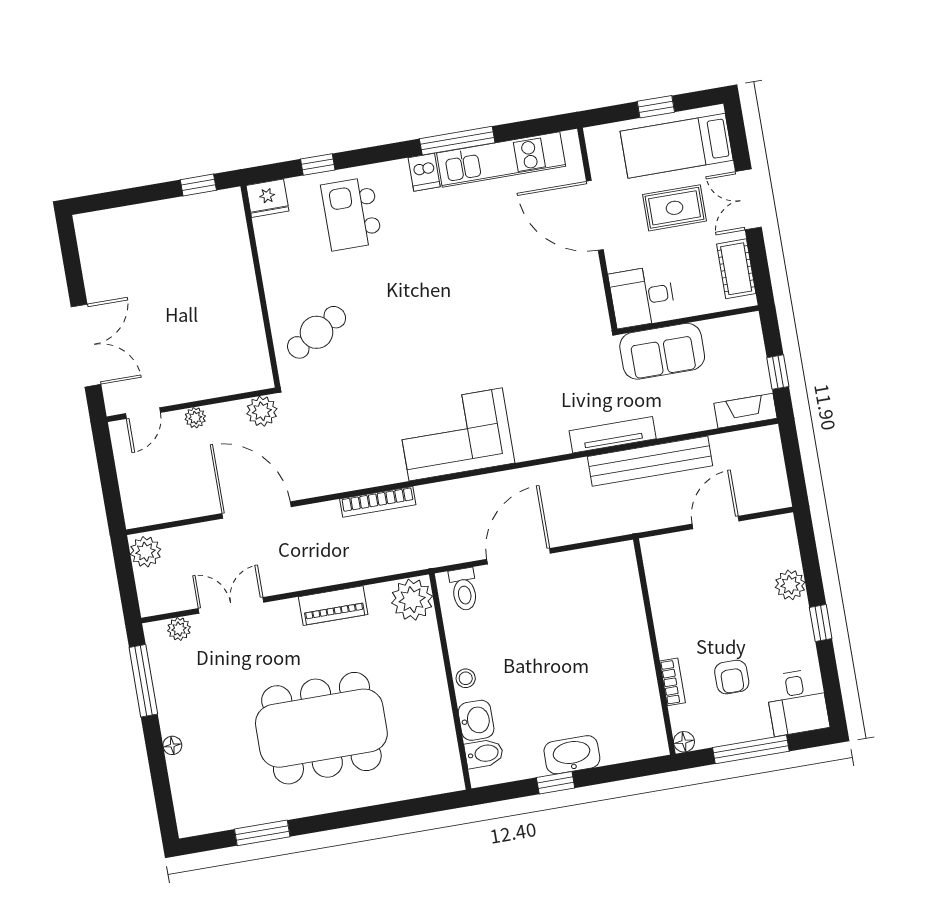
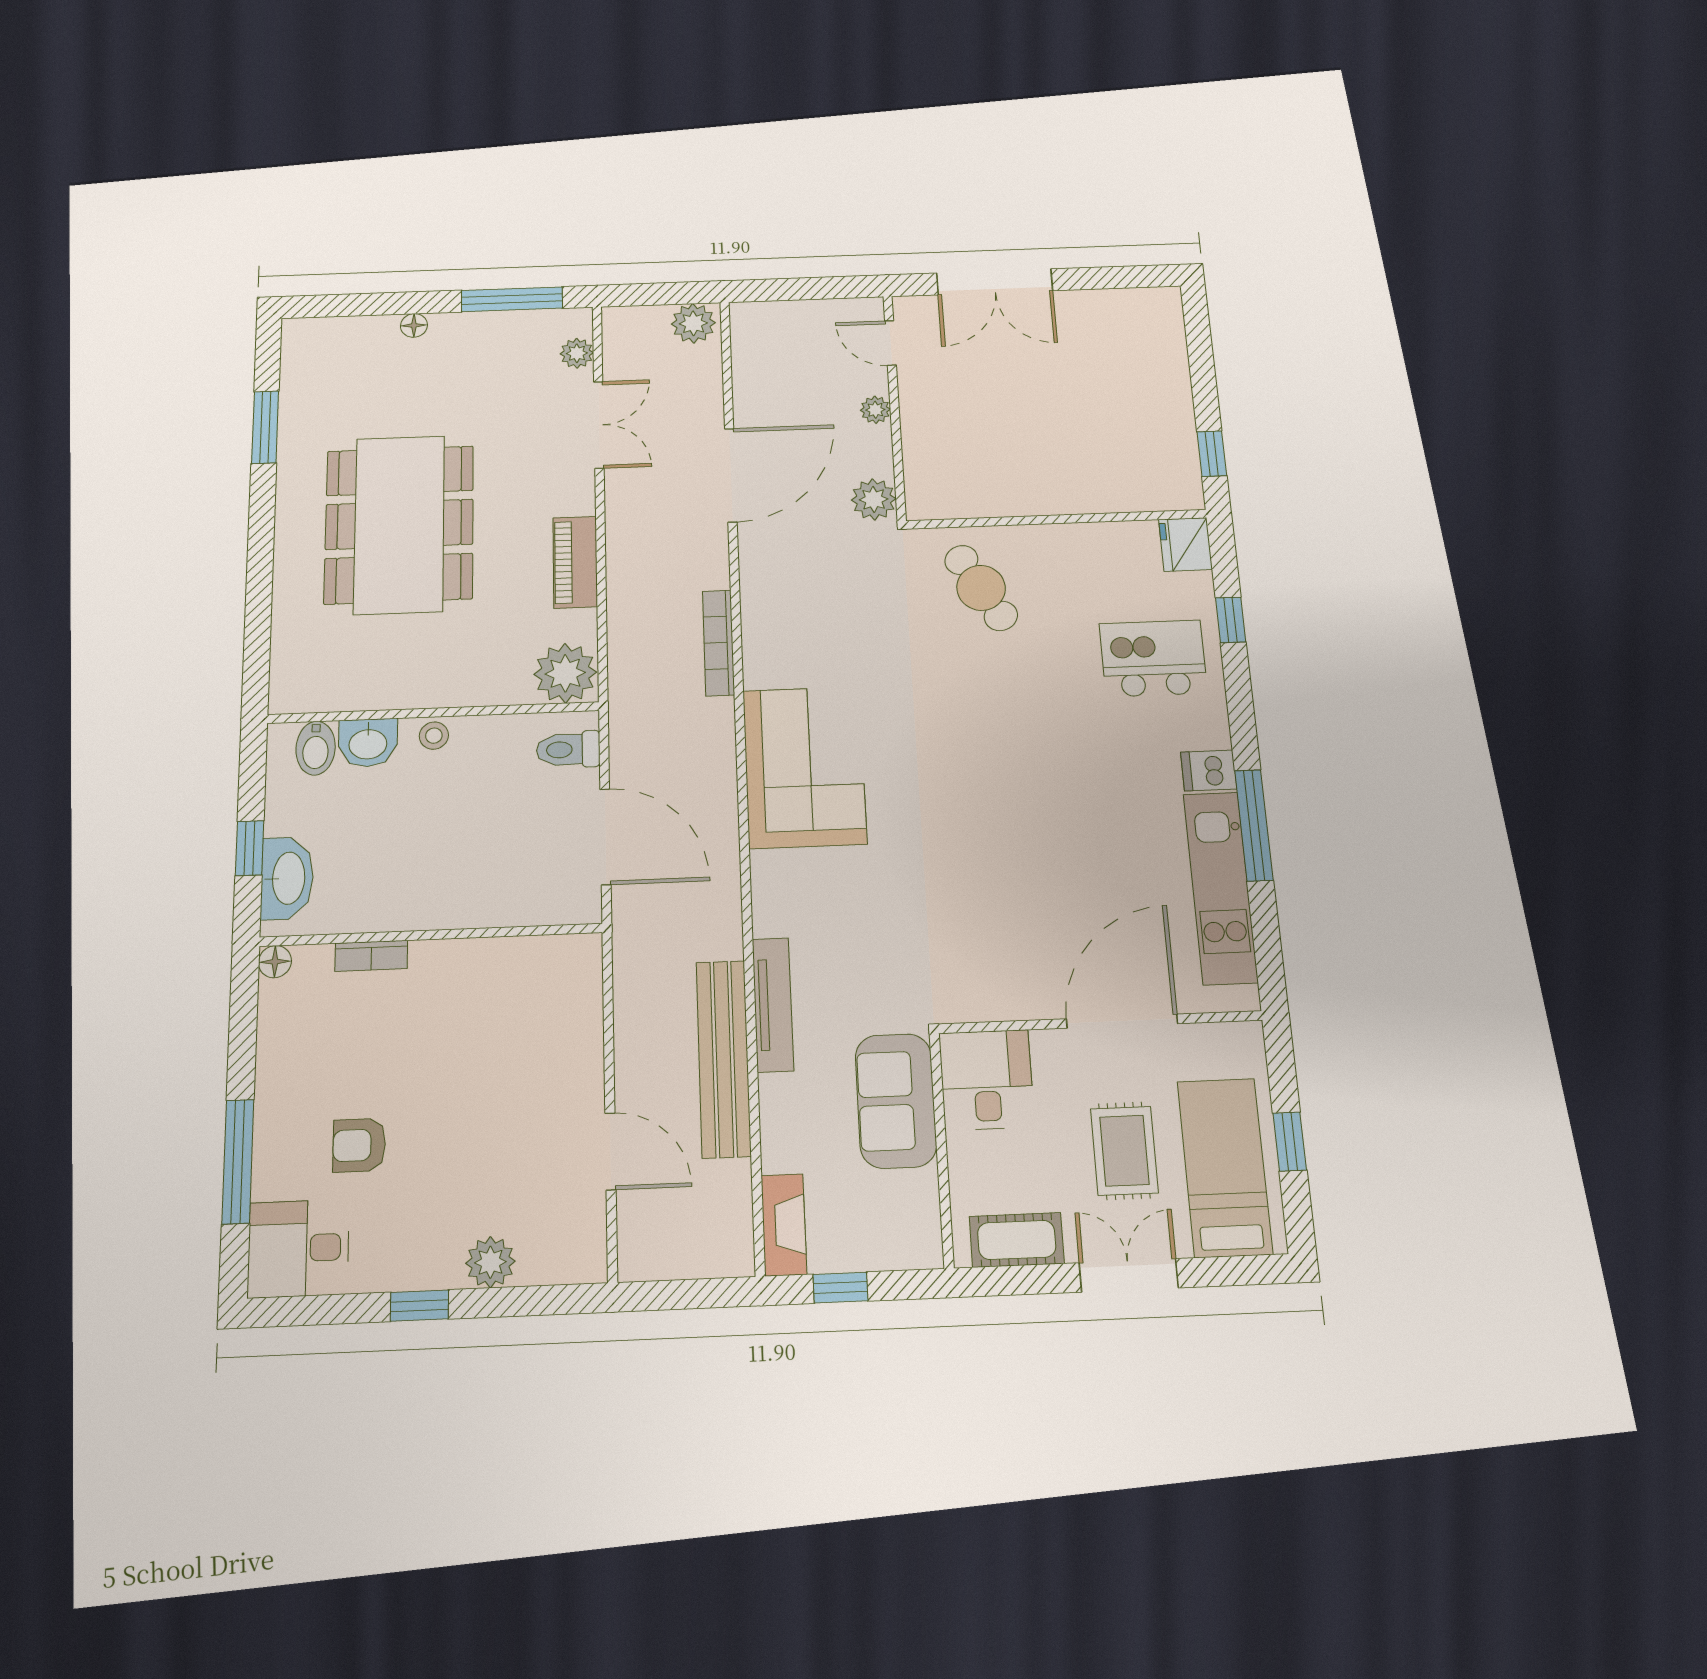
wall: (654, 647) -> (431, 935), moved
bookcase: (672, 682) -> (371, 956), moved
floor lamp: (684, 742) -> (275, 962), moved

